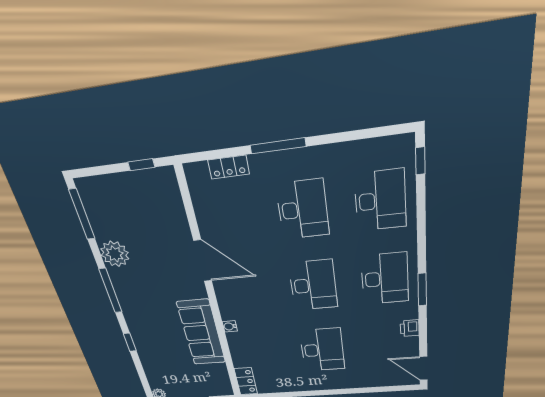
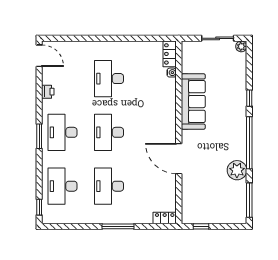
locker: (229, 167) -> (165, 218), moved
window: (422, 290) -> (39, 136), moved
window: (111, 291) -> (249, 143), width x1.46
water cooler: (230, 326) -> (172, 73), moved

